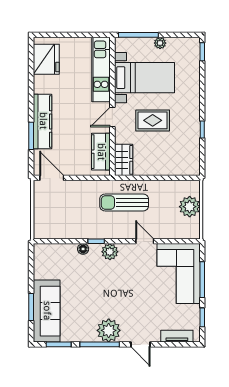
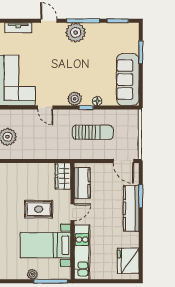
sun lounger: (124, 202) -> (93, 132), moved
sofa: (47, 311) -> (128, 80), moved

